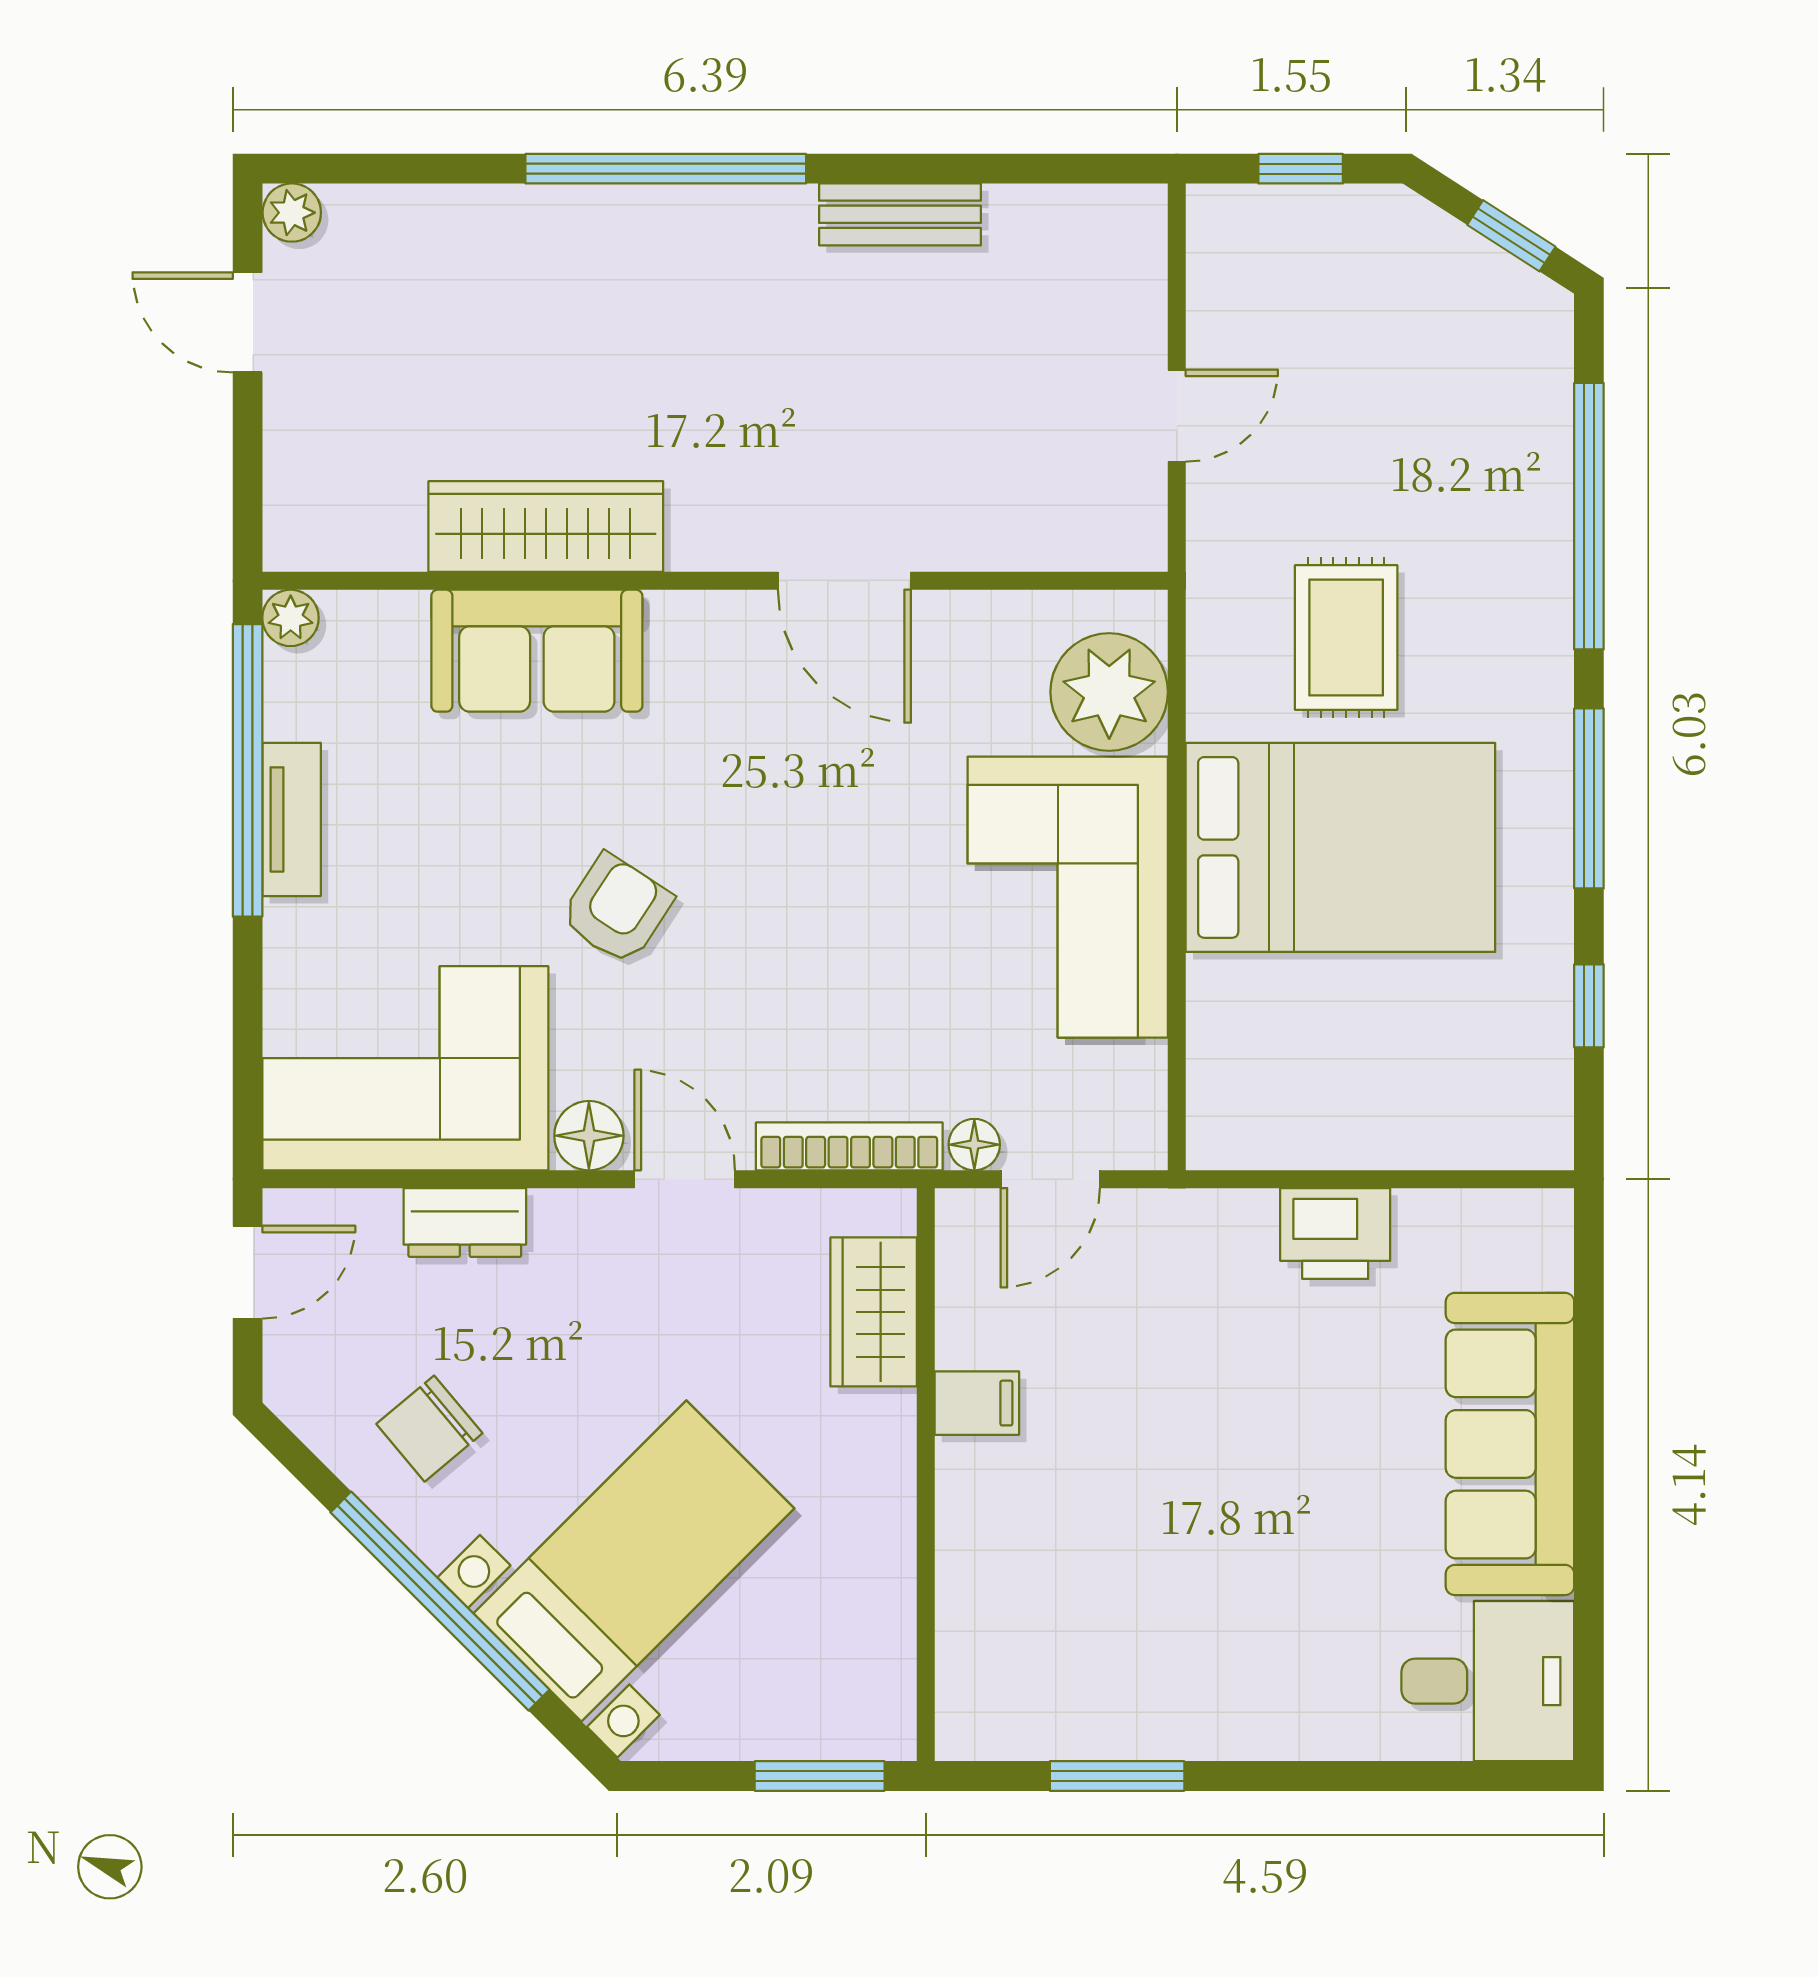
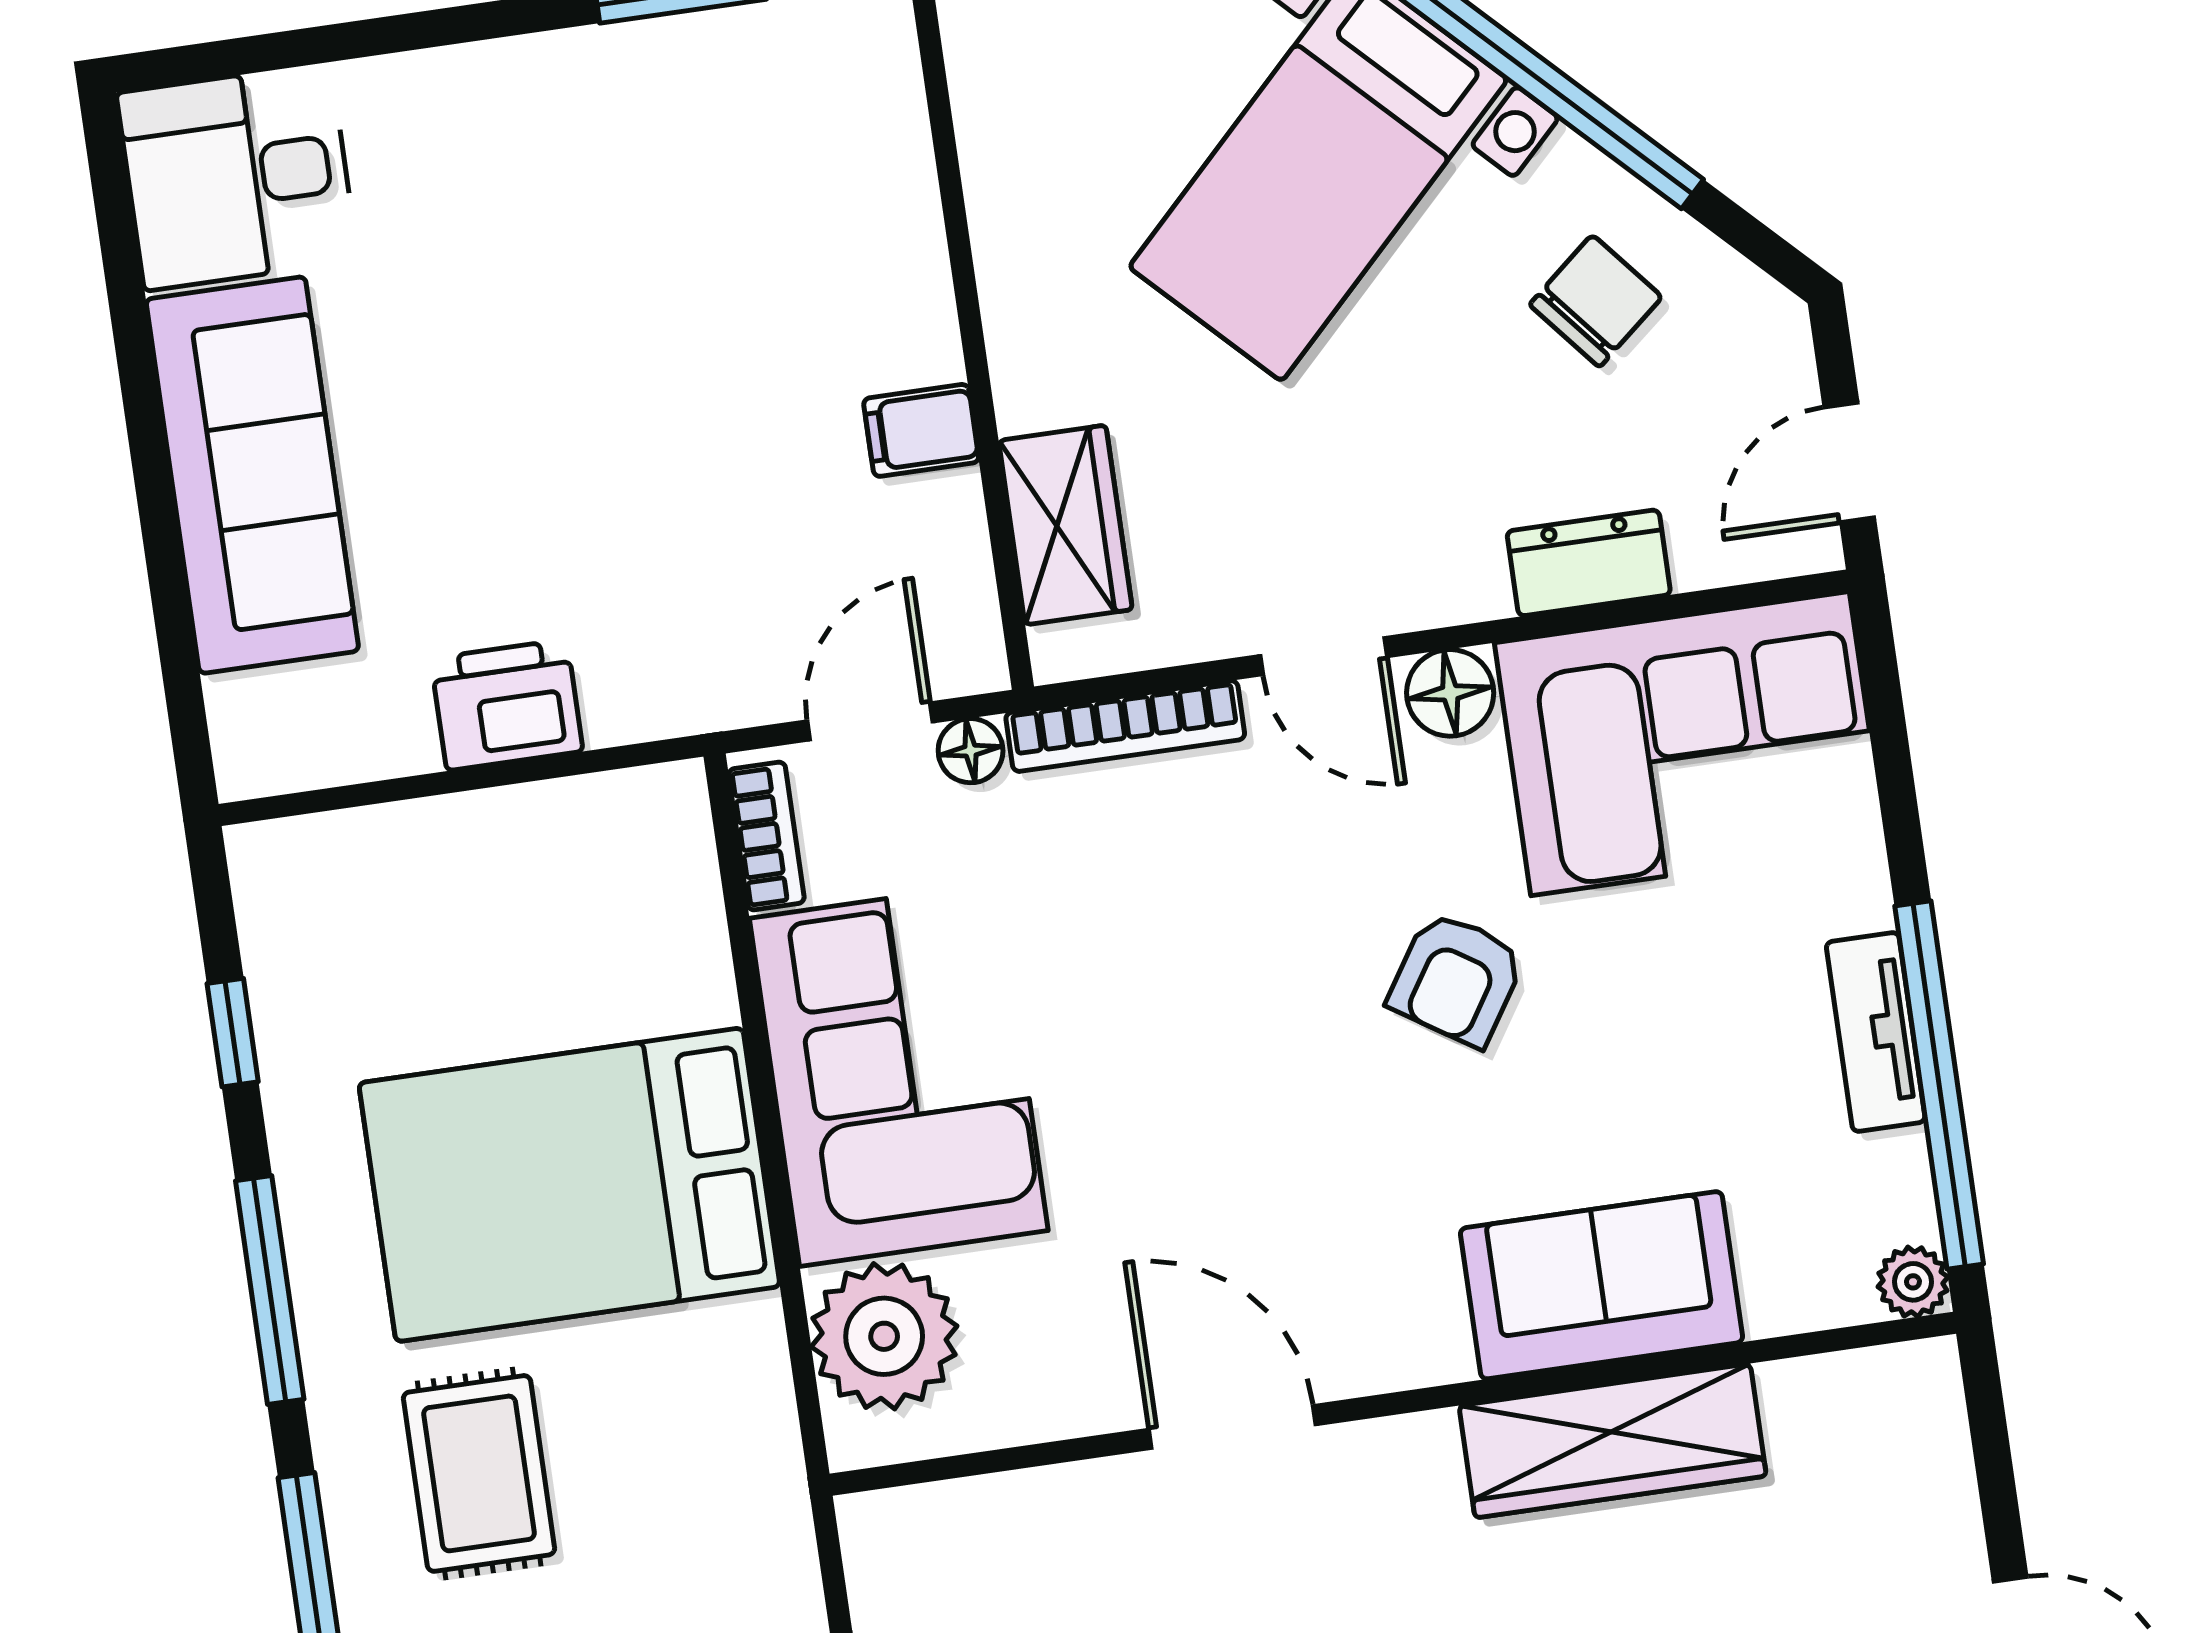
rug: (1346, 638) -> (479, 1473), moved
bookcase: (1145, 1100) -> (766, 836), added

